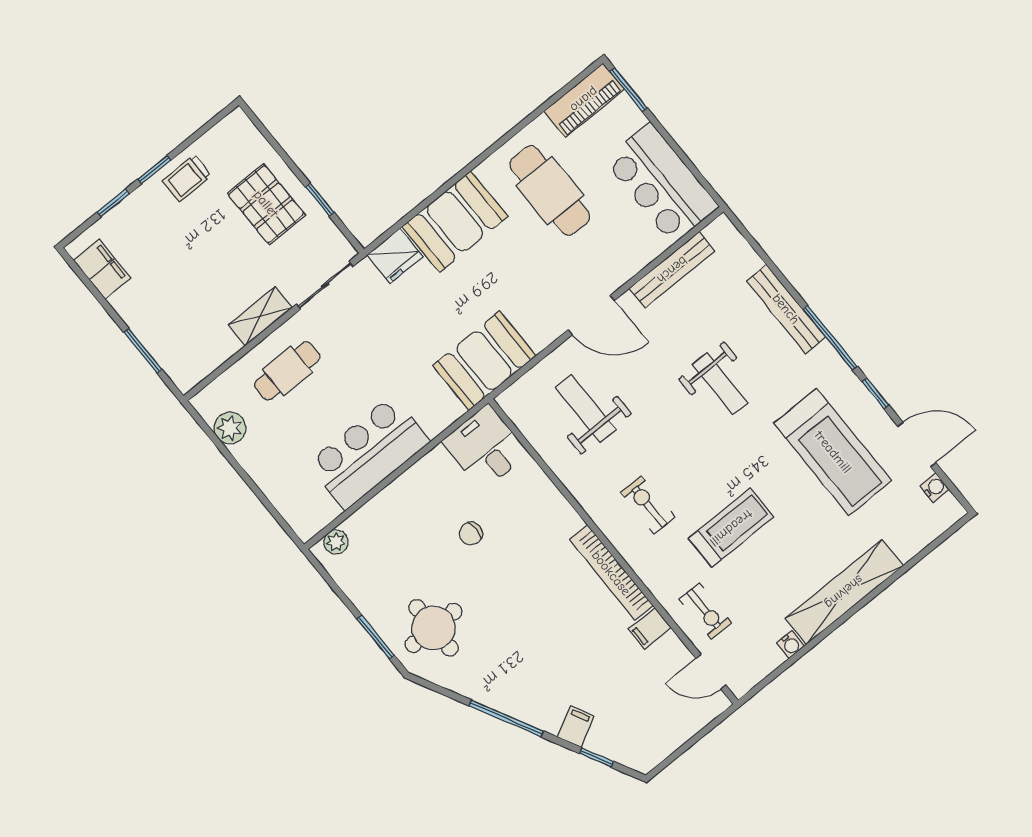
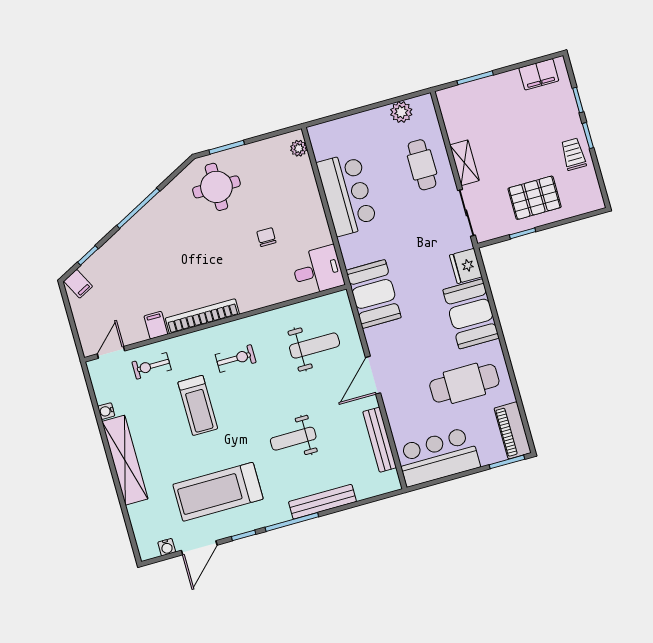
filing cabinet: (575, 726) -> (78, 284), moved

